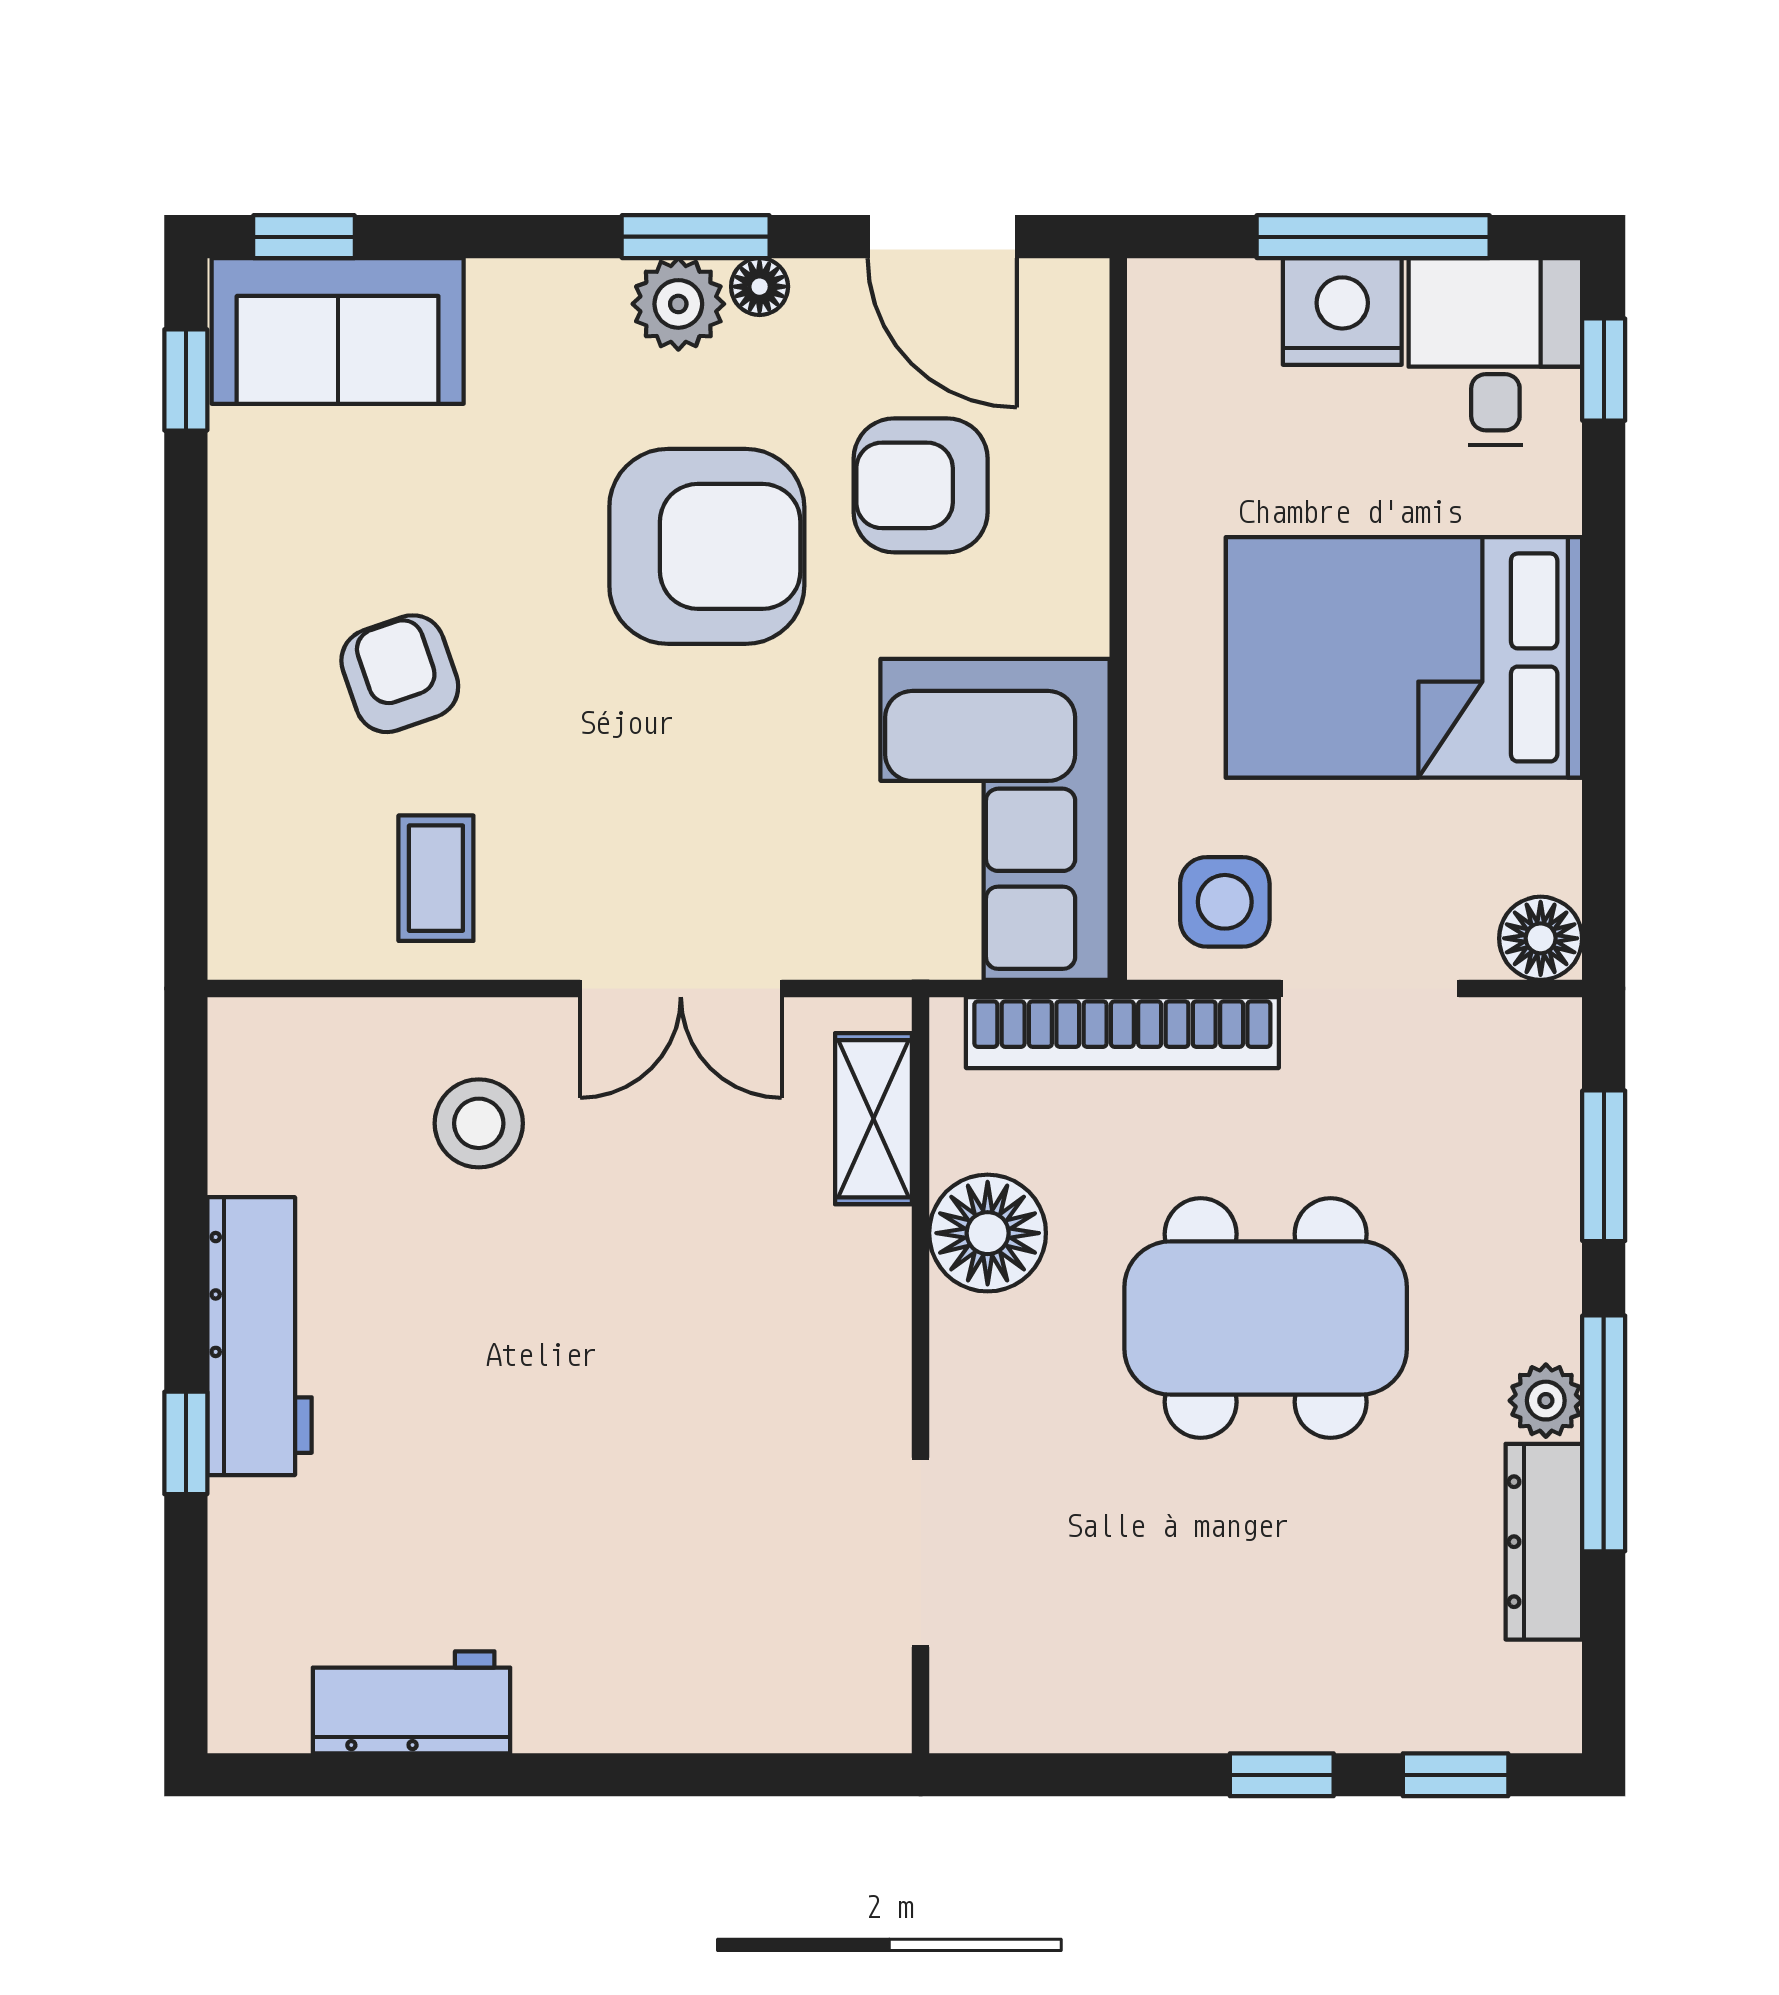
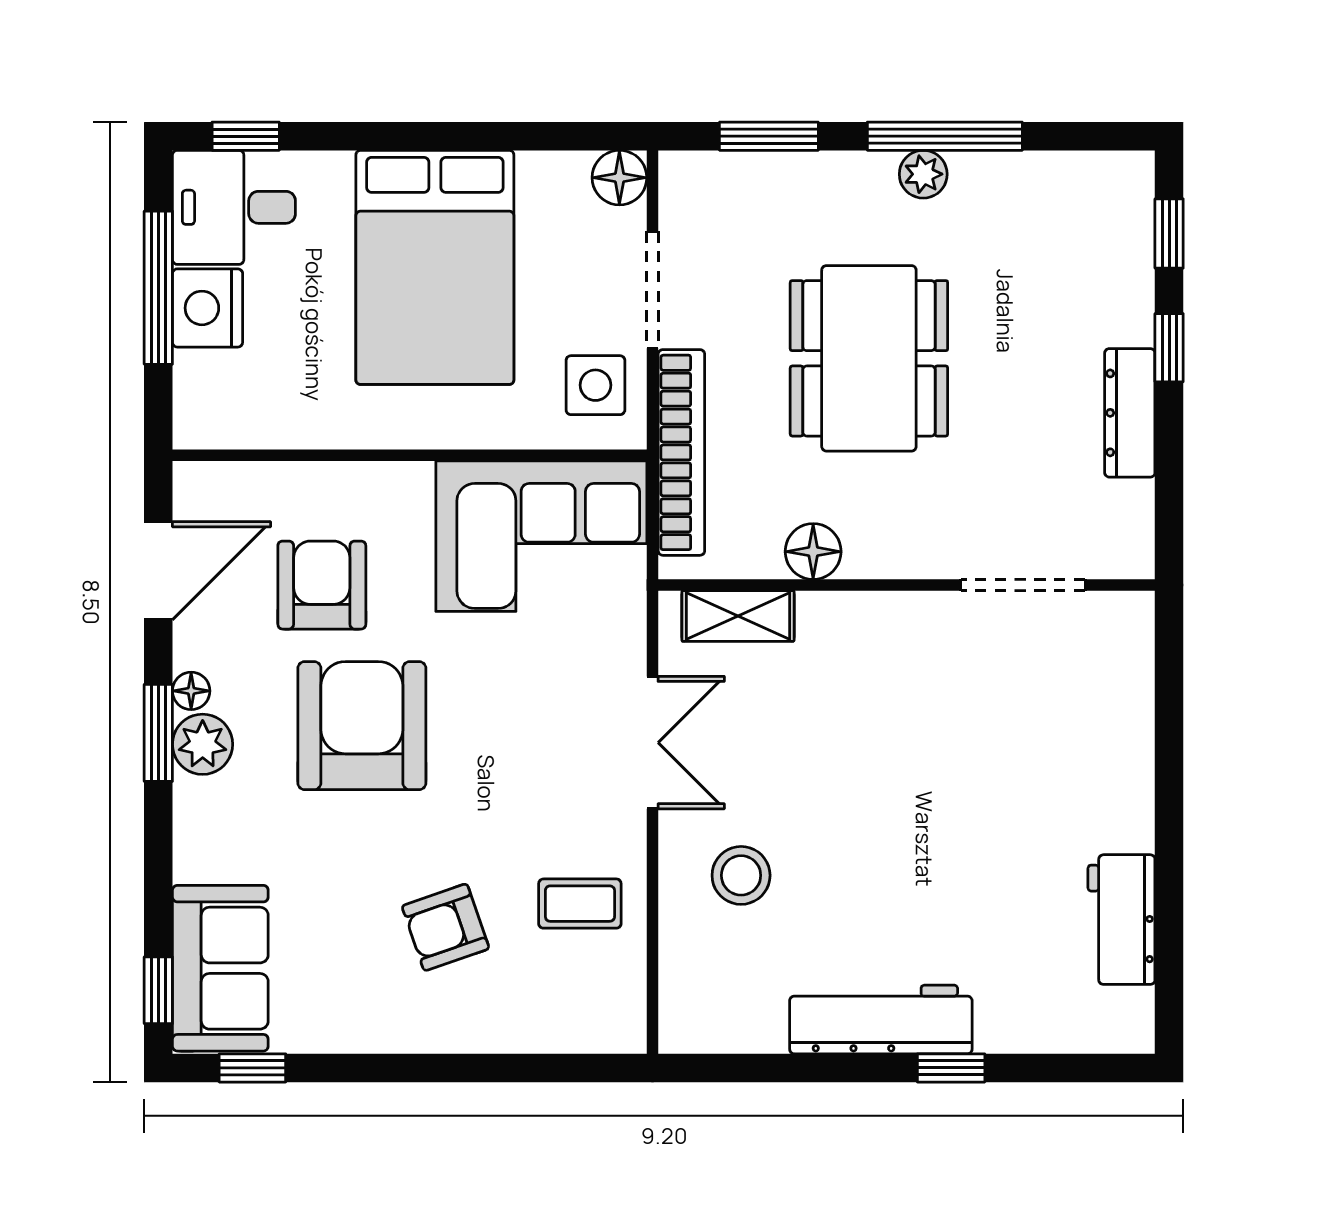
armchair: (921, 485) -> (322, 585), turned 180
floor lamp: (988, 1233) -> (813, 552), width x0.73, depth x0.73
dresser: (1544, 1542) -> (1130, 413), moved, turned 90

